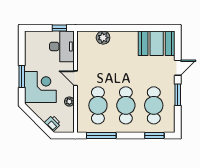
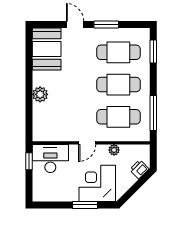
plant: (103, 38) -> (40, 94), moved

